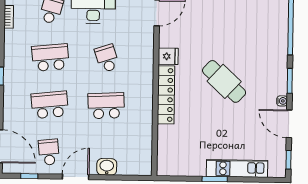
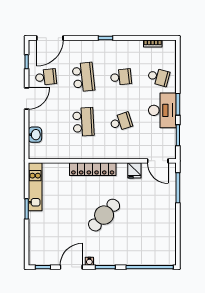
fridge: (168, 56) -> (134, 170), moved
school desk: (50, 57) -> (121, 77), width x0.54
washbasin: (107, 167) -> (35, 135), moved
kitchen unit: (237, 169) -> (35, 187), moved
door: (76, 177) -> (27, 98), hinge flipped

